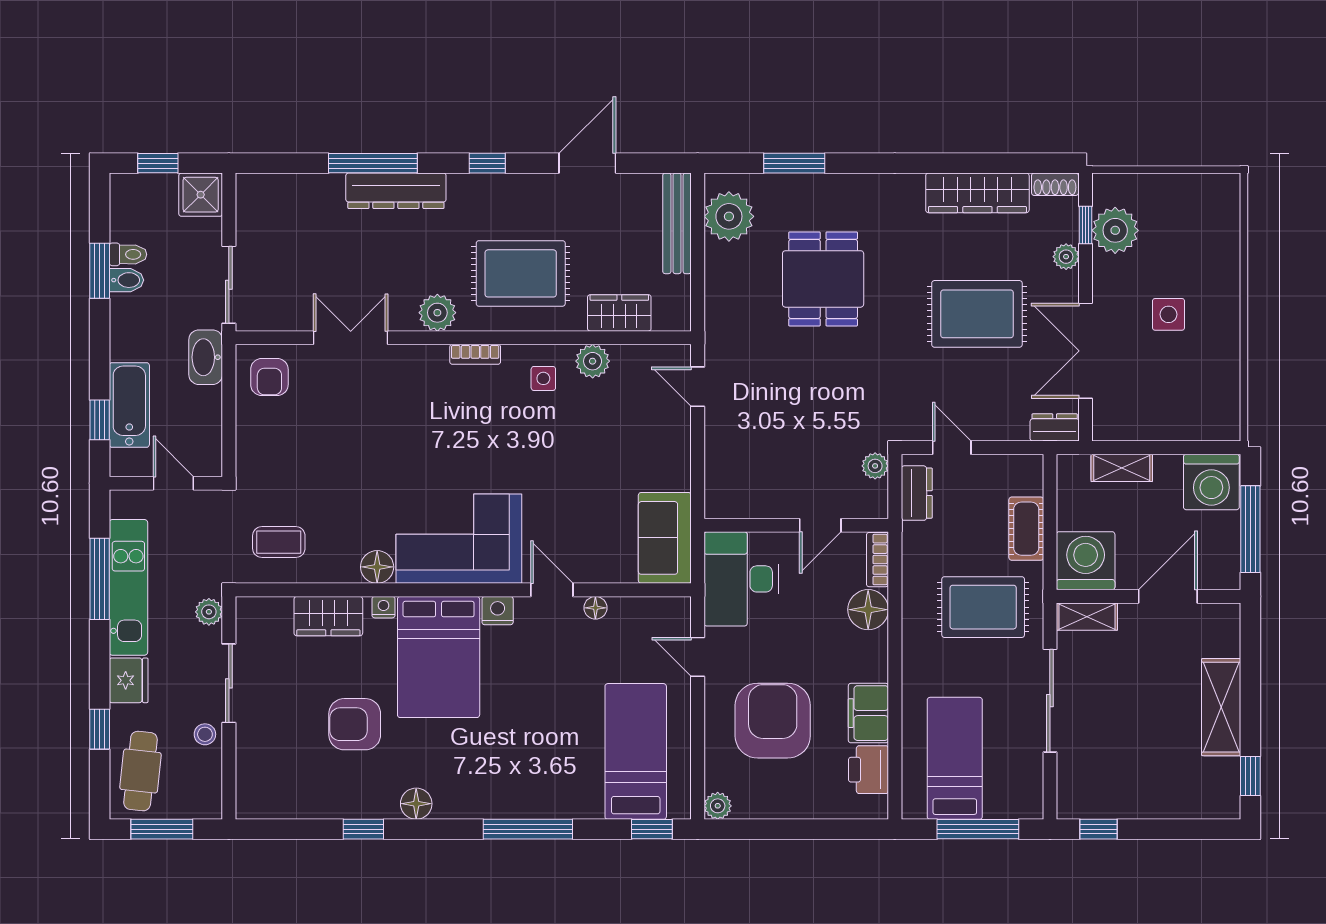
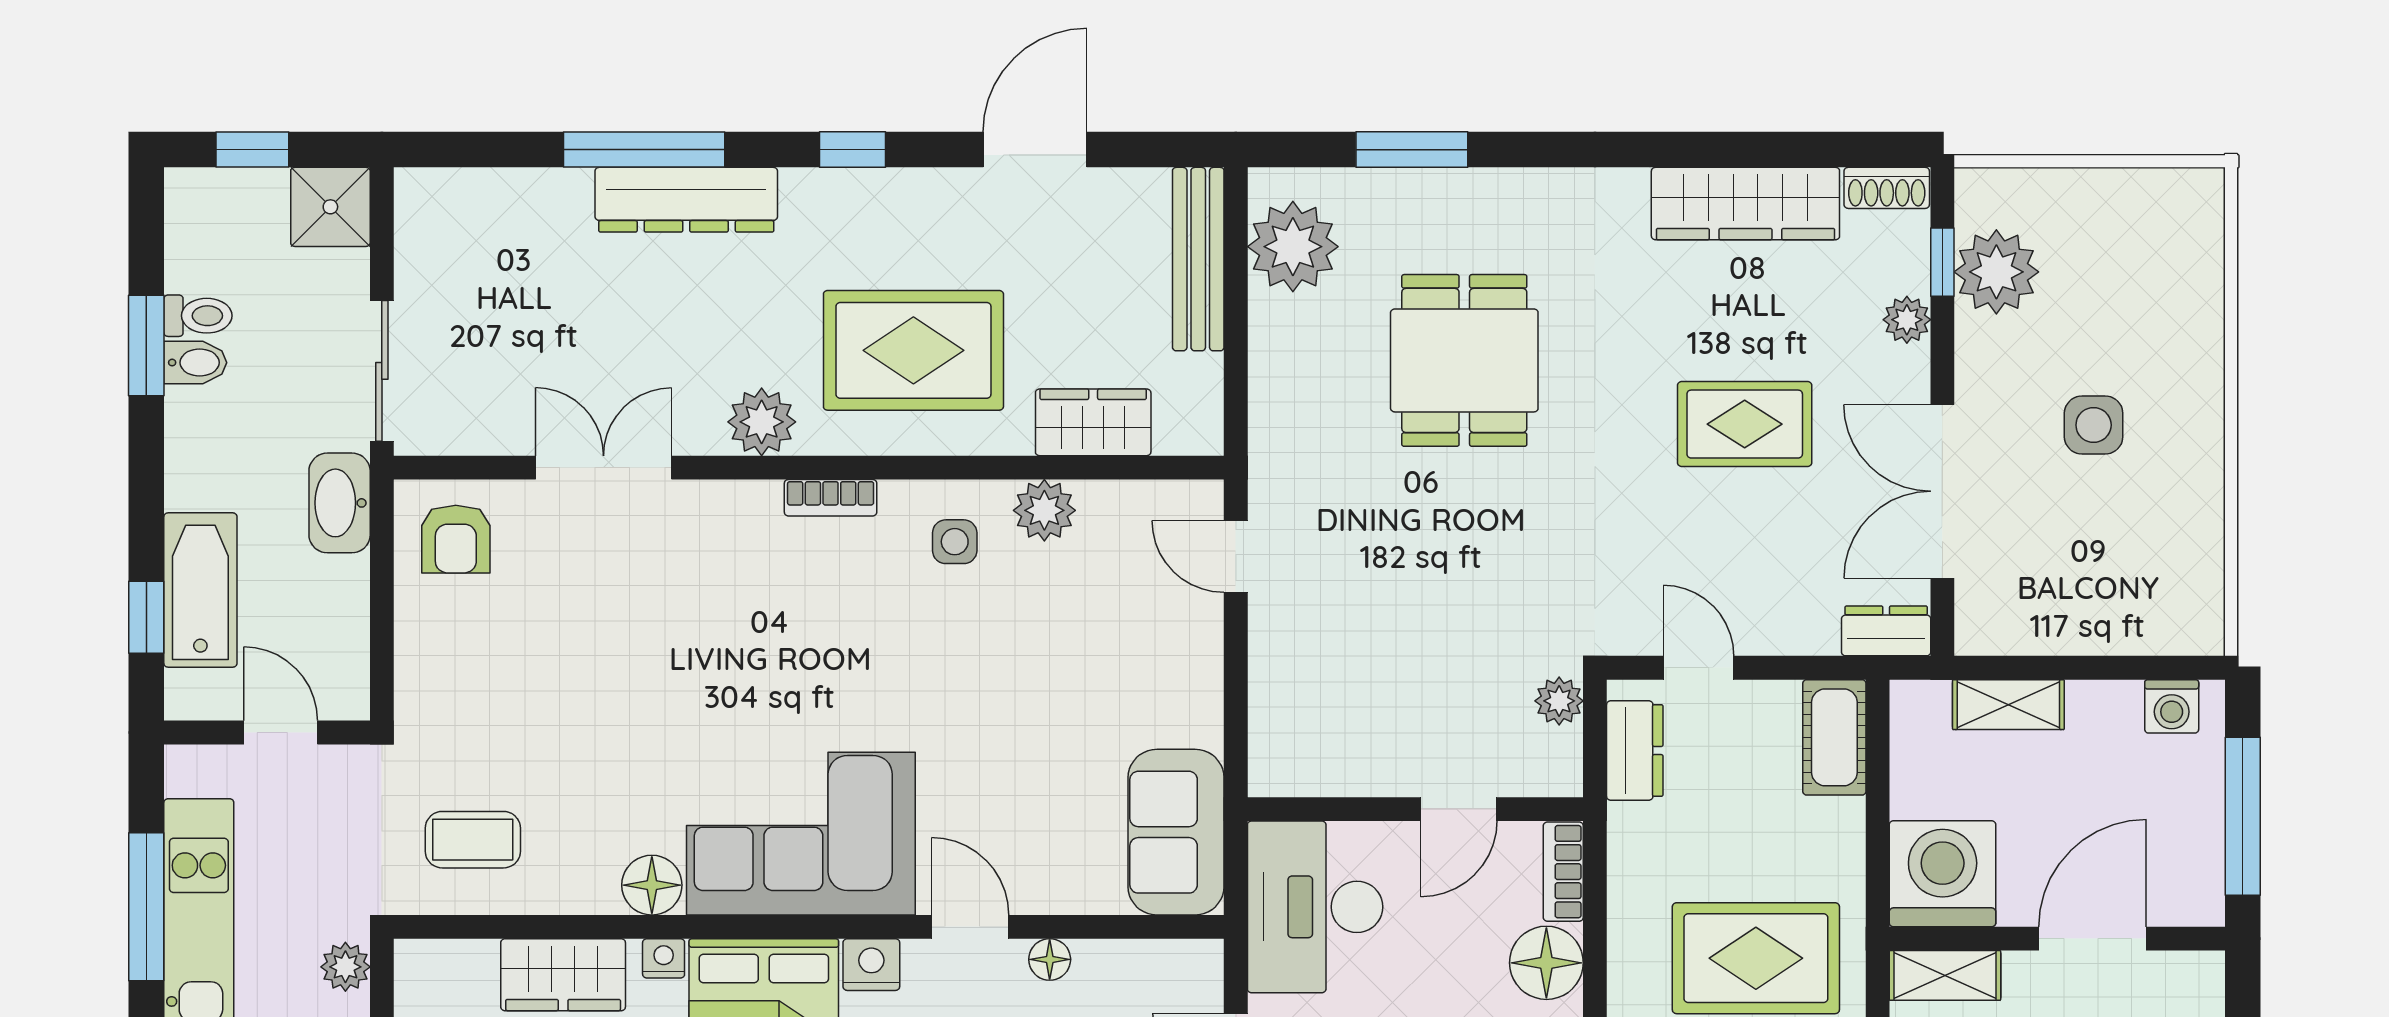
rug: (977, 314) -> (1745, 424), width x0.73, depth x0.70
washing machine: (1211, 482) -> (2172, 706), width x0.53, depth x0.53
cot: (1026, 529) -> (1834, 737), moved

